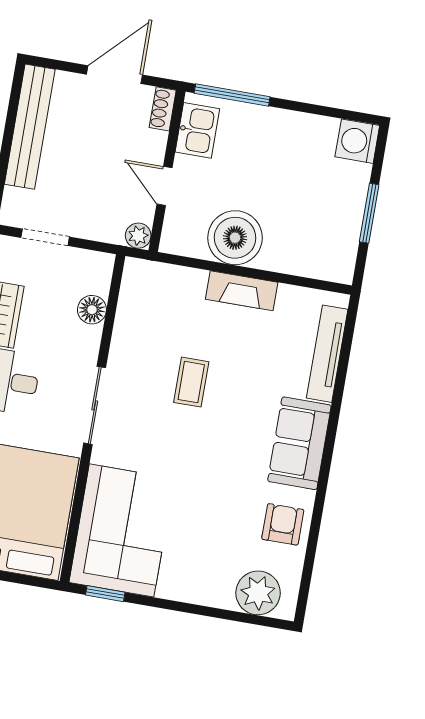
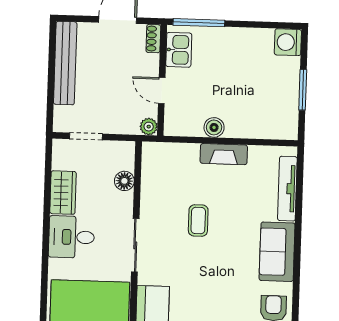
boiler: (235, 238) -> (214, 127), width x0.54, depth x0.54

